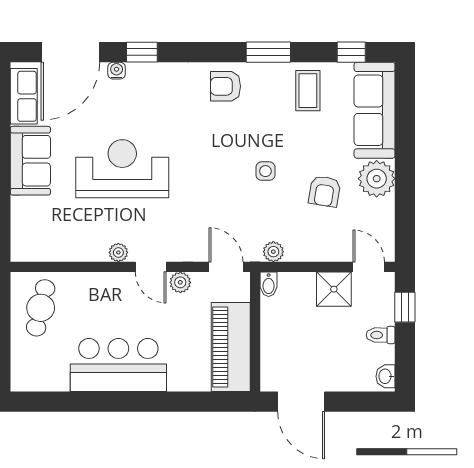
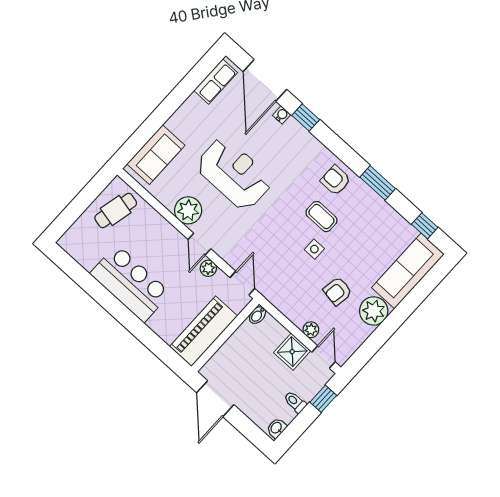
door: (70, 52) -> (265, 80), hinge flipped
coffee table: (308, 91) -> (321, 217), moved, turned 90
sofa: (30, 161) -> (156, 155), moved
plant: (118, 252) -> (188, 210), width x1.88, depth x1.88
plant: (273, 252) -> (311, 330), moved

